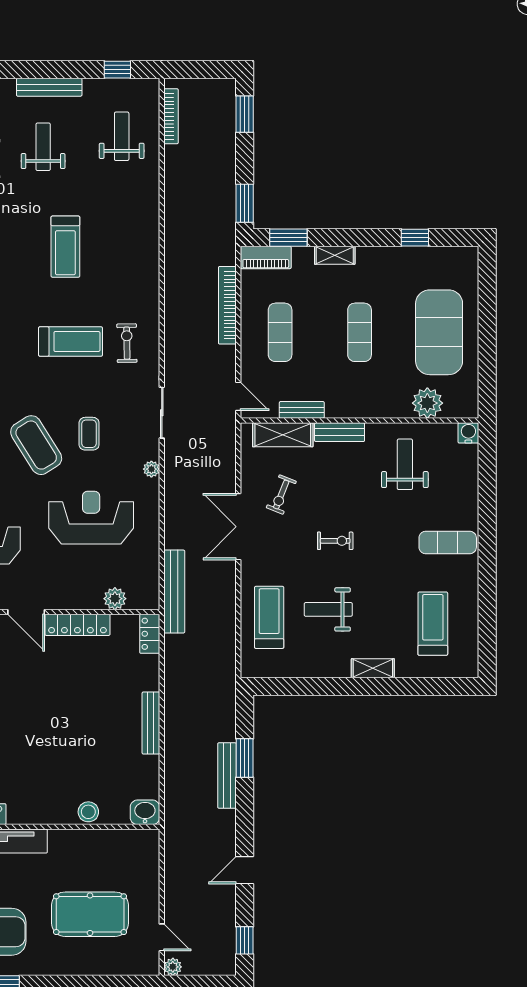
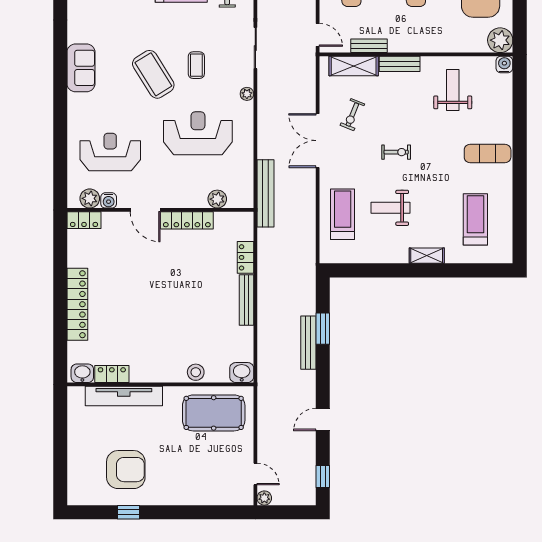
plant: (427, 403) -> (500, 40), moved
locker: (150, 634) -> (246, 257), moved
pool table: (90, 914) -> (214, 413), moved

